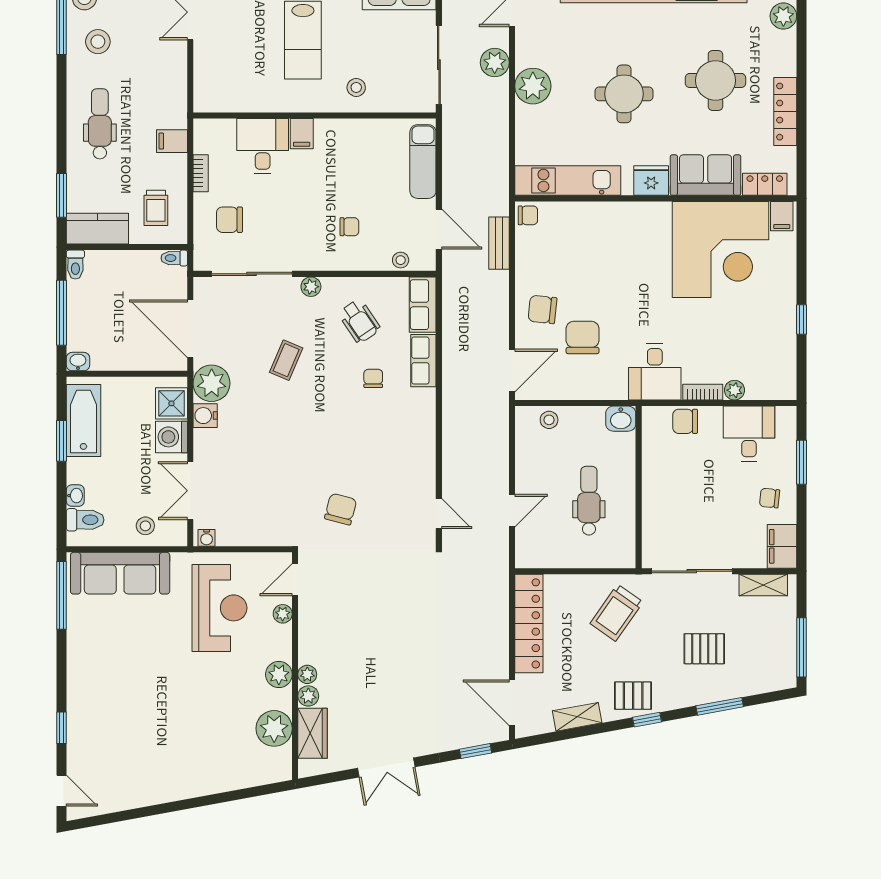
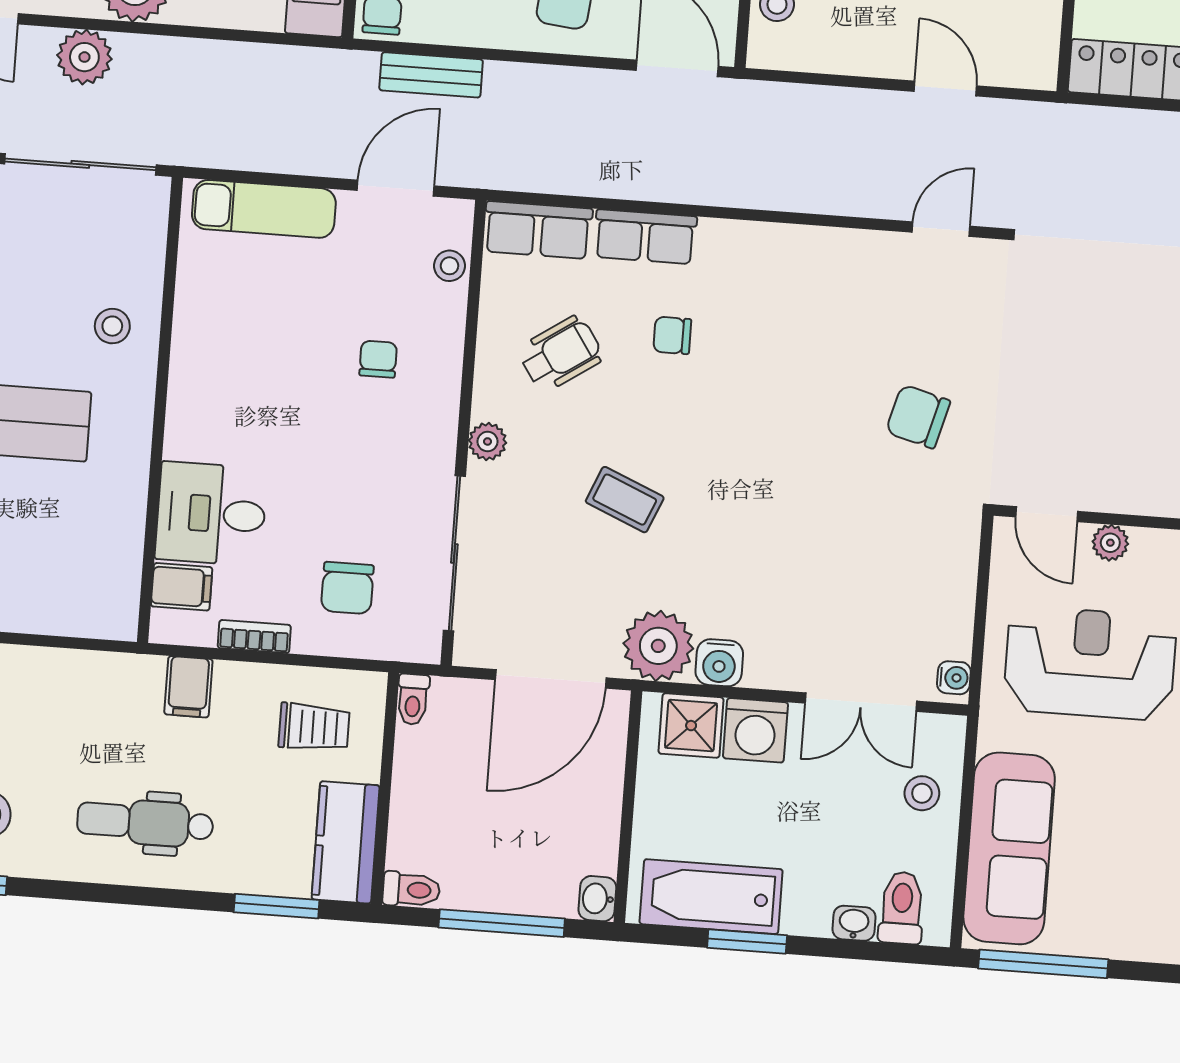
filing cabinet: (302, 134) -> (182, 587), moved

